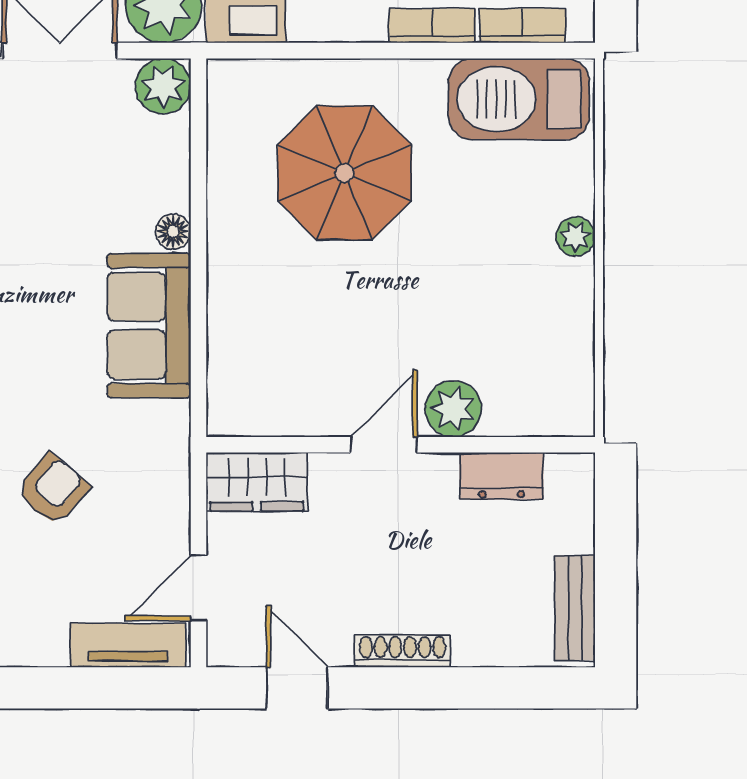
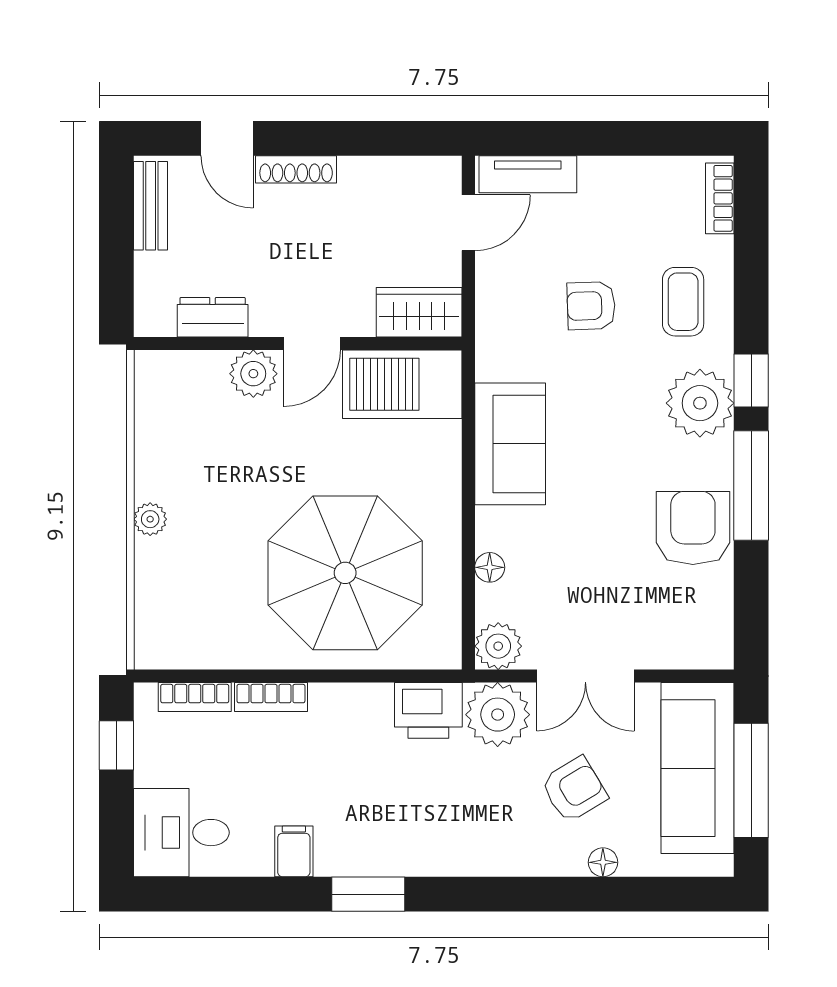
barbecue: (519, 99) -> (402, 384), moved, turned 180
parasol: (344, 173) -> (345, 573), width x1.36, depth x1.36
floor lamp: (173, 232) -> (490, 567), moved
armchair: (53, 489) -> (591, 306), turned 48
door: (297, 688) -> (227, 138), moved

